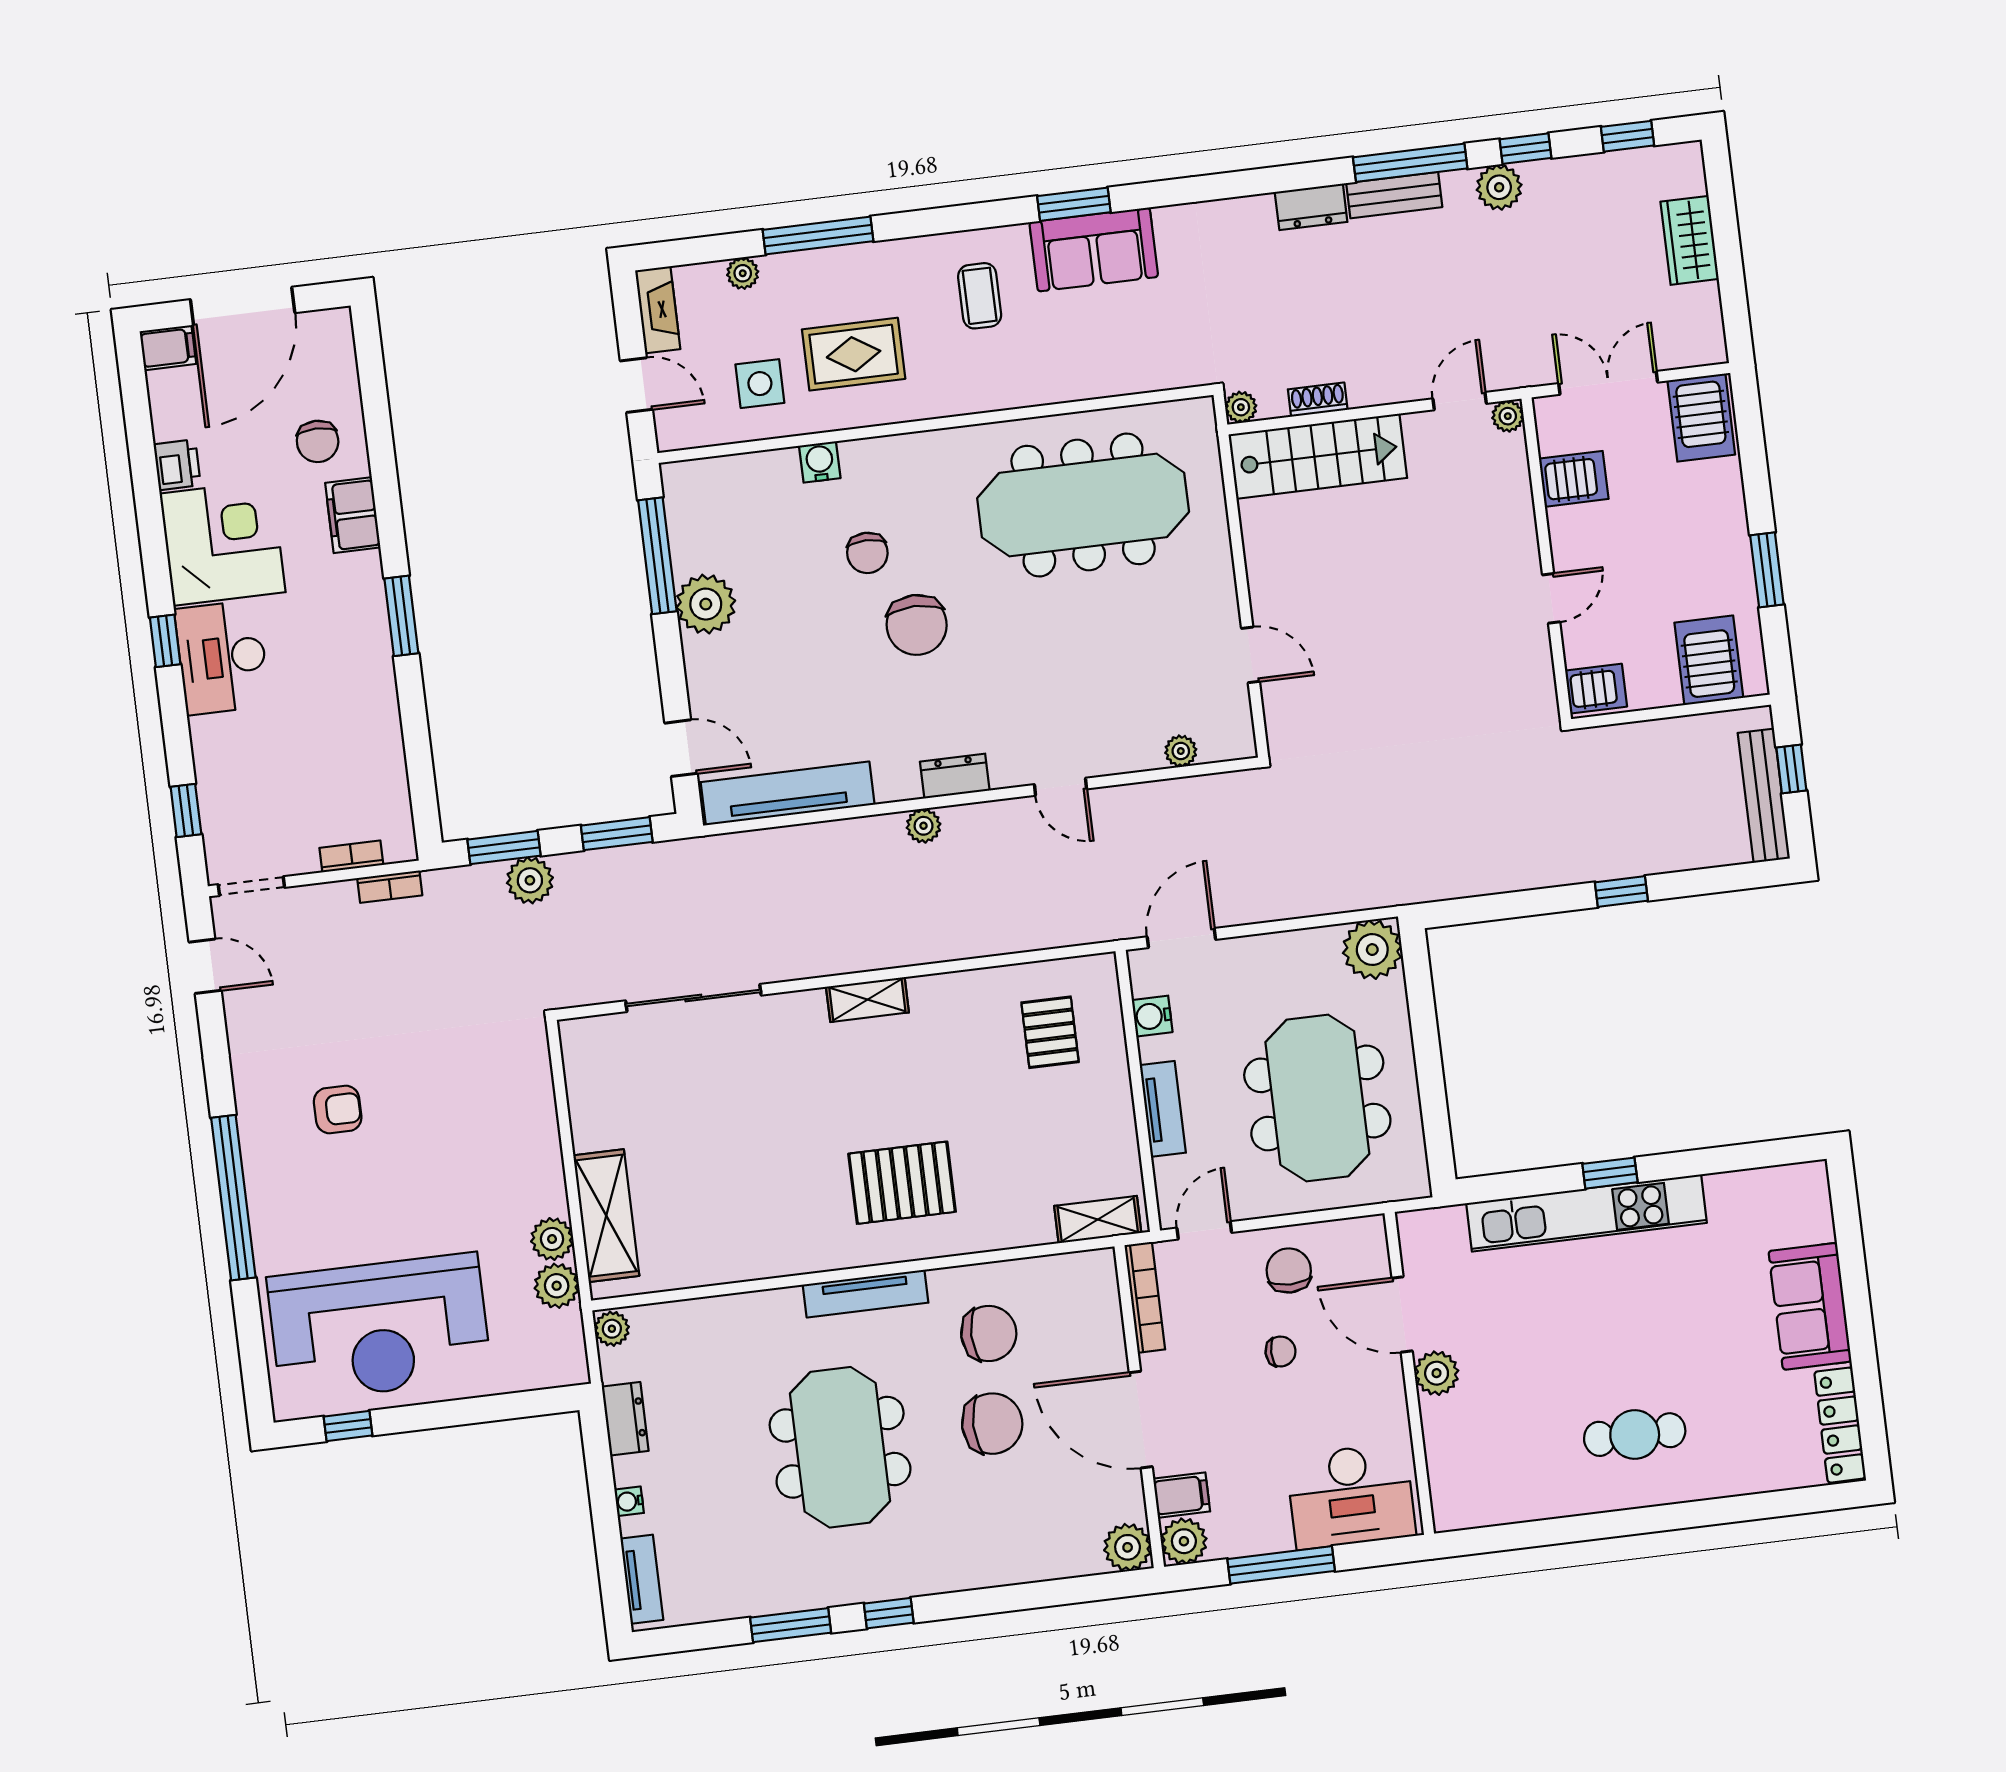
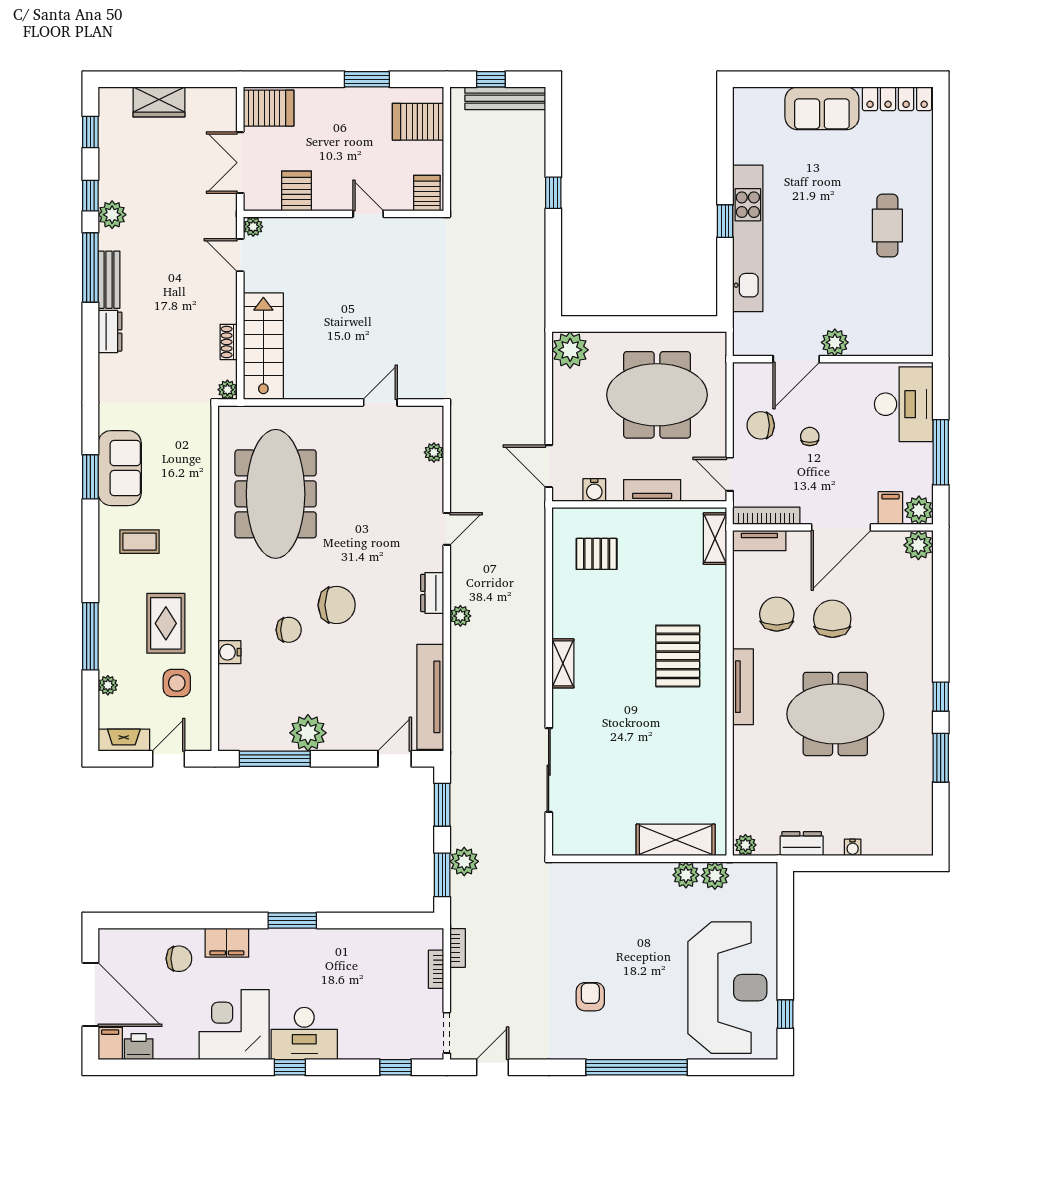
printer: (177, 465) -> (139, 1047), moved
tv unit: (642, 1579) -> (759, 541), moved, turned 180

